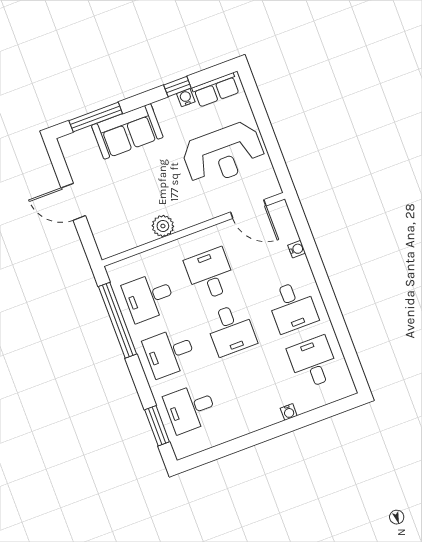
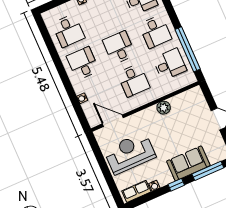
window: (177, 87) -> (176, 185), moved
desk: (170, 353) -> (155, 32), turned 90

